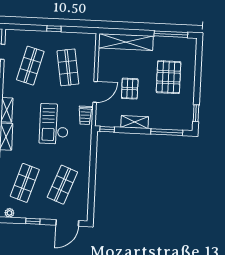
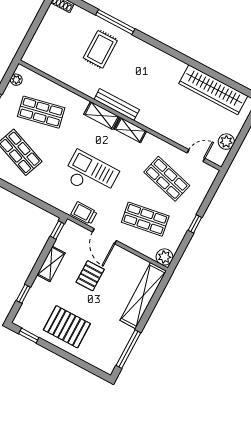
plant: (89, 40) -> (164, 257), added
pallet: (169, 77) -> (67, 327), moved
pallet: (130, 89) -> (90, 276), turned 90
window: (167, 132) -> (23, 294), width x0.46
shop shelf: (25, 183) -> (41, 112), turned -30

